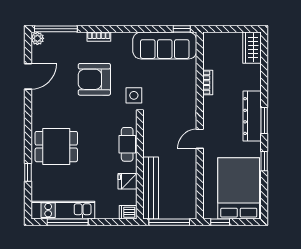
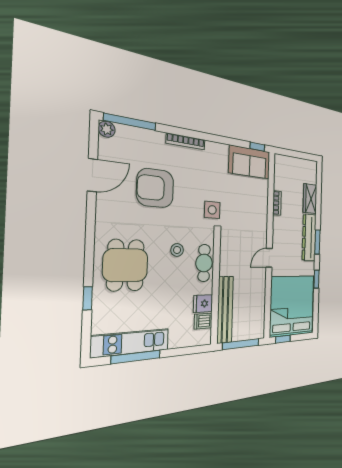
bookcase: (99, 37) -> (186, 141), width x1.56
sofa: (165, 46) -> (250, 162), width x0.73
wardrobe: (252, 48) -> (310, 199), moved
armchair: (94, 79) -> (155, 188), moved
stool: (101, 133) -> (177, 250), added
dining table: (56, 147) -> (126, 265), turned 90
bed: (239, 188) -> (292, 306), width x1.36
dishwasher: (128, 212) -> (203, 321), moved

